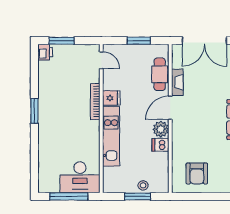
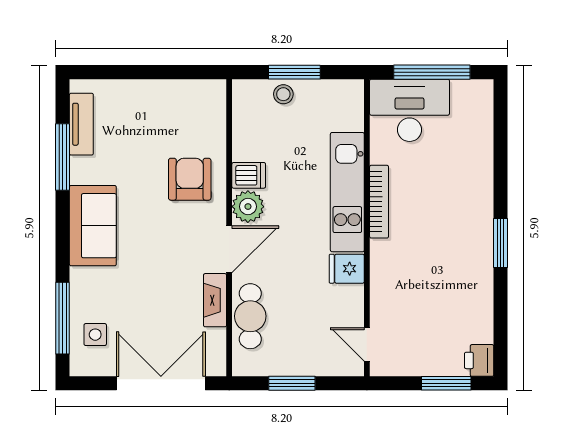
bookcase: (95, 102) -> (379, 202), moved
armchair: (197, 174) -> (190, 179), moved

